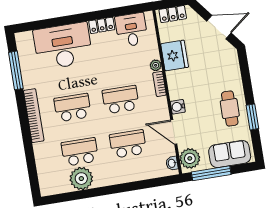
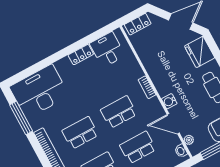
desk: (63, 46) -> (39, 91), moved
fridge: (175, 56) -> (200, 52), moved, turned 180
plant: (156, 65) -> (138, 73), removed
plant: (190, 158) -> (189, 140), width x0.53, depth x0.53

